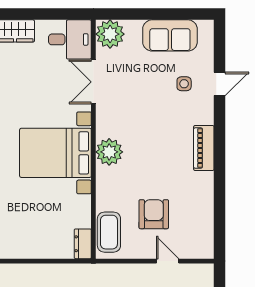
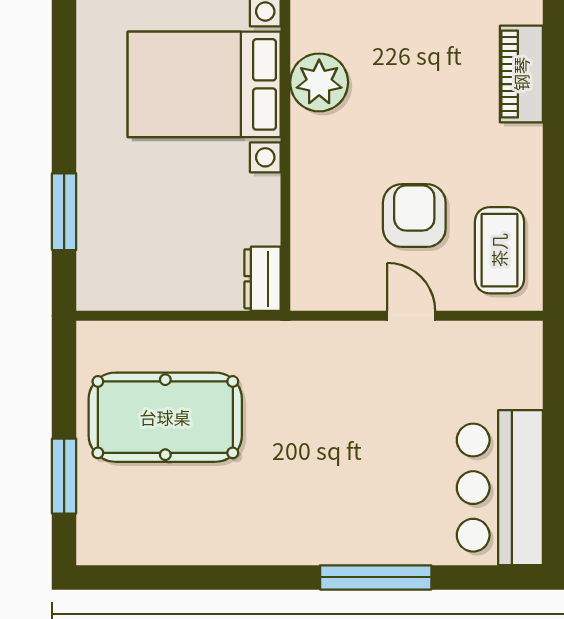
coffee table: (109, 232) -> (499, 250), moved
door: (168, 261) -> (411, 316), moved

